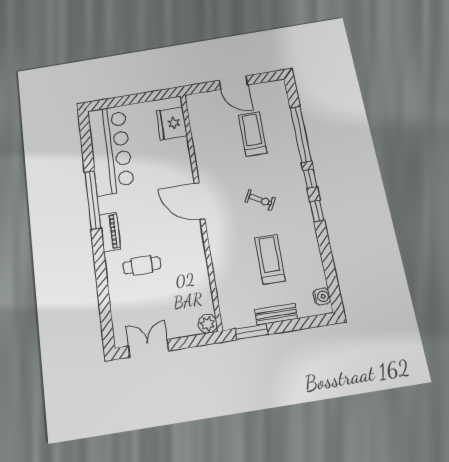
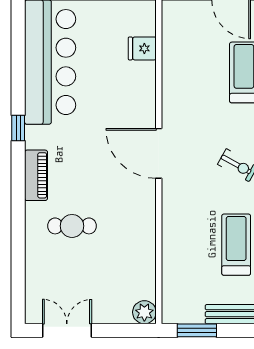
fridge: (172, 123) -> (142, 48), width x0.53, depth x0.75
window: (93, 200) -> (18, 128), width x0.32

